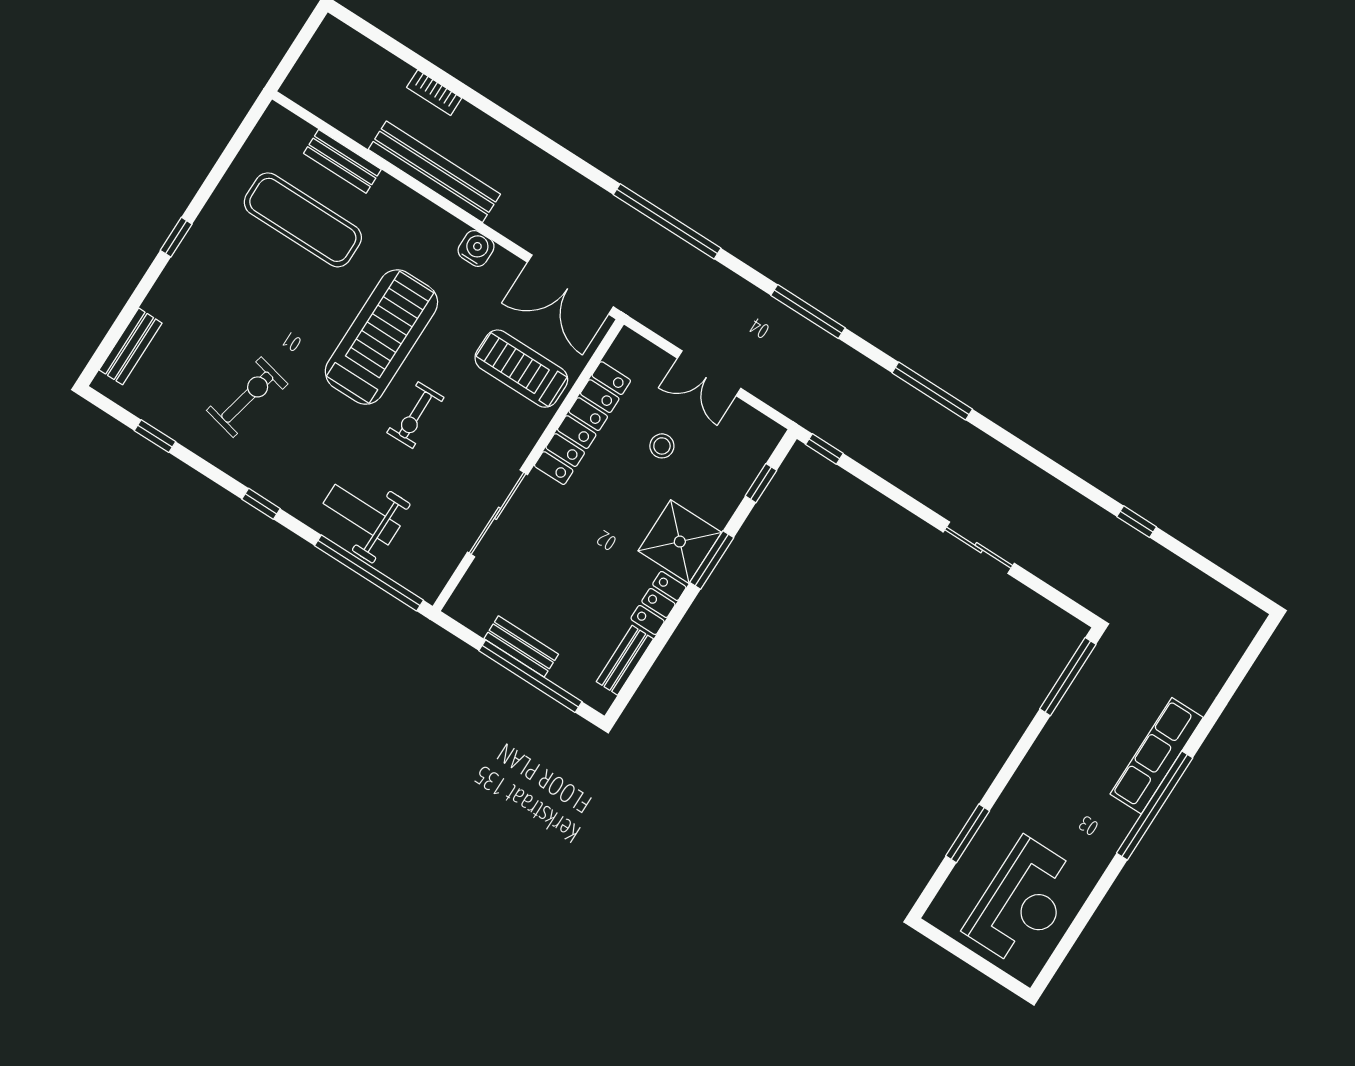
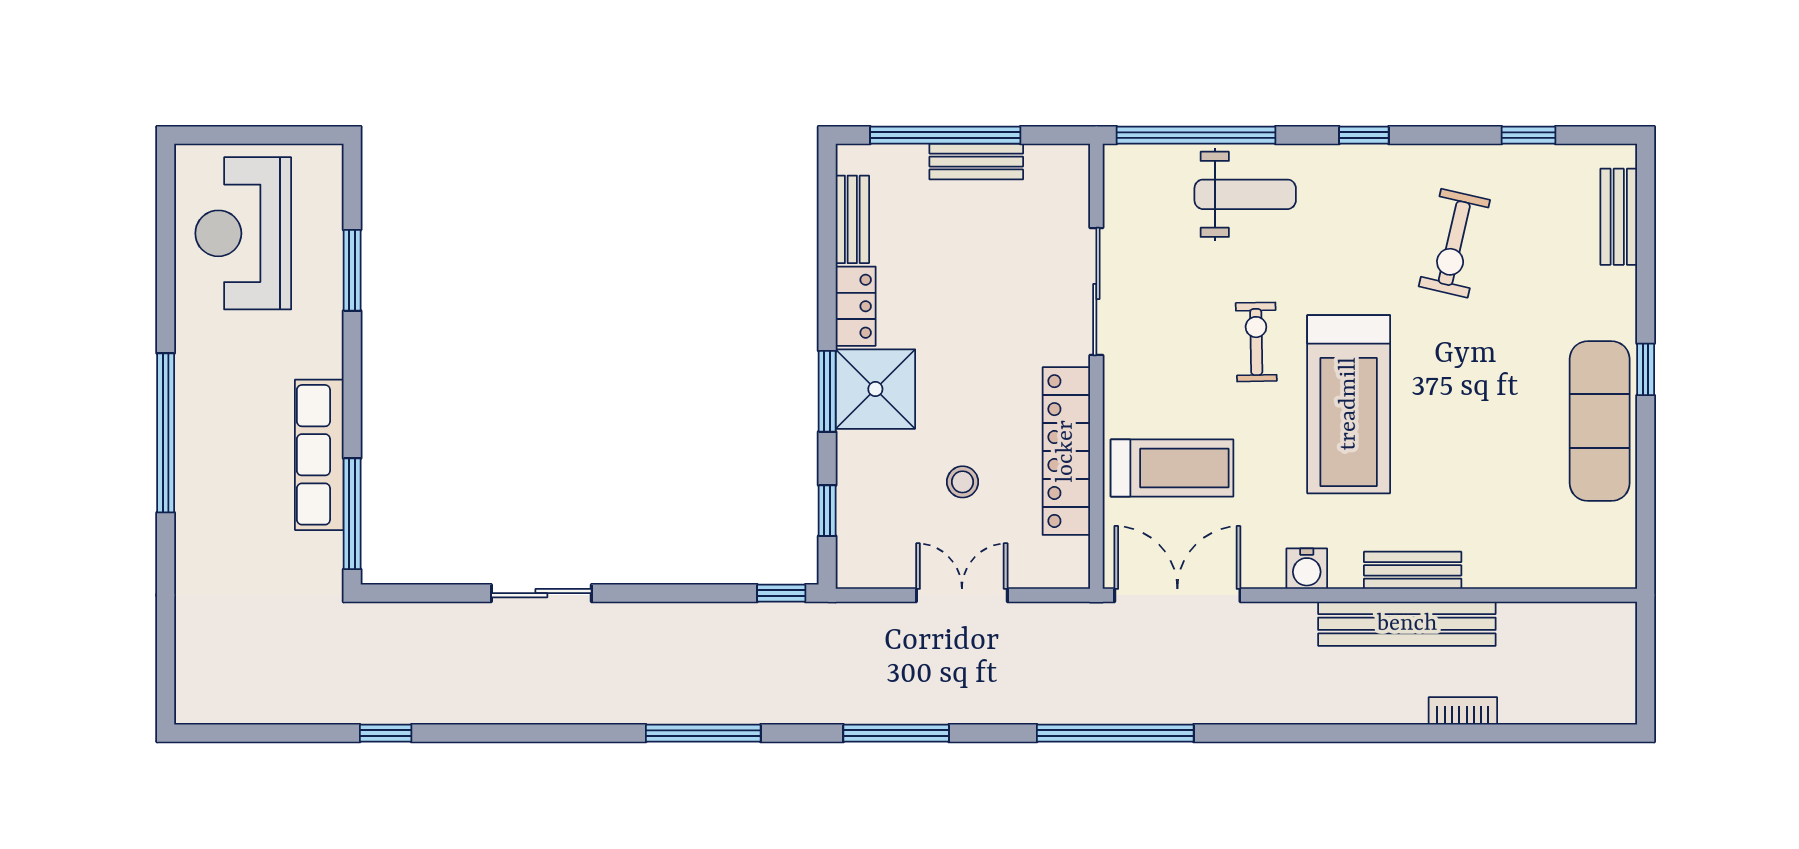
bench: (342, 161) -> (1413, 570), moved
exercise mat: (303, 220) -> (1600, 421), moved, turned 90
row of seats: (1157, 756) -> (319, 455), moved, turned 180

